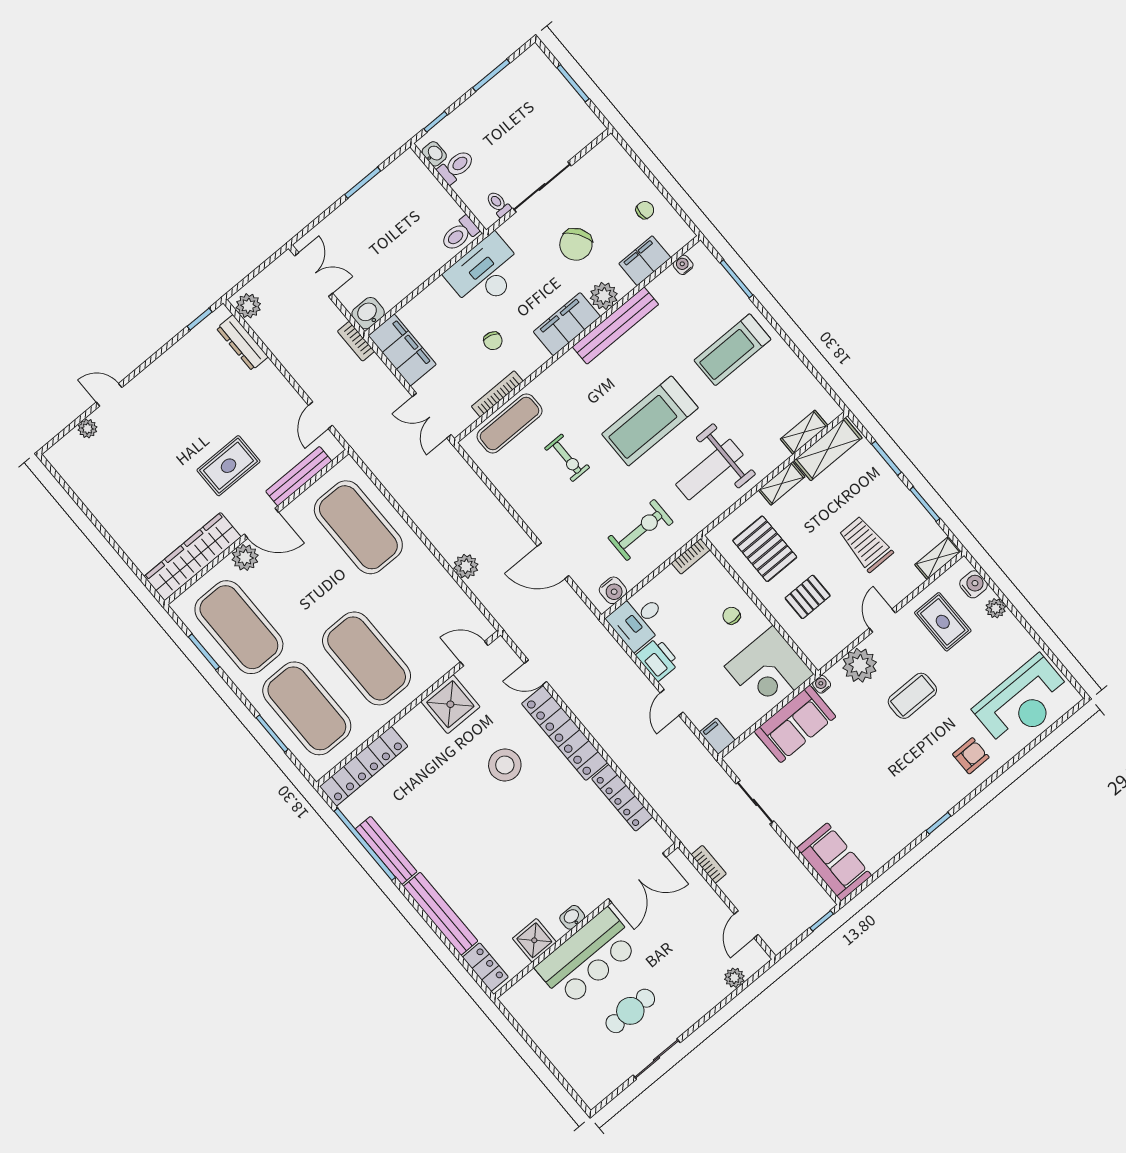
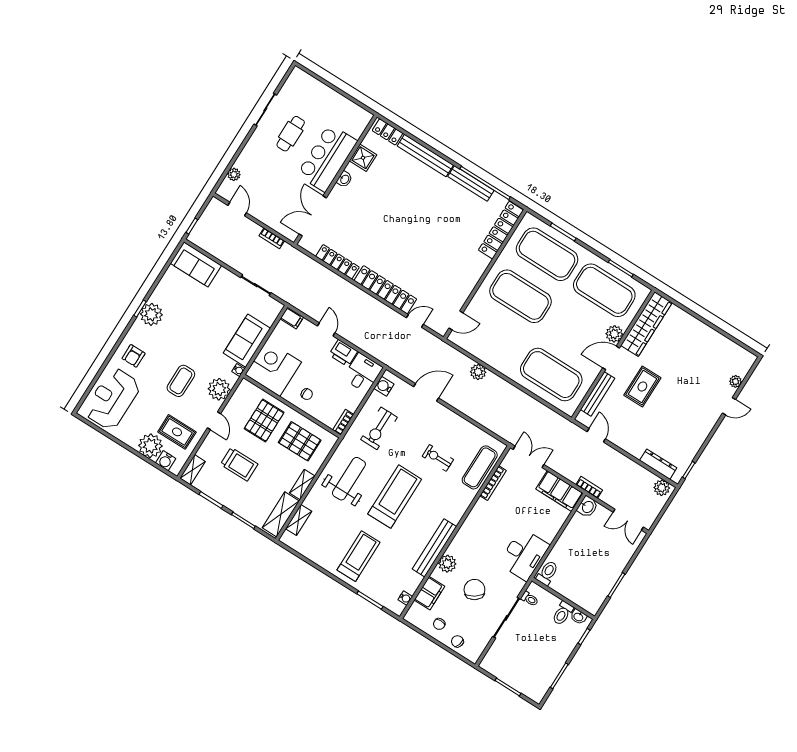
filing cabinet: (567, 324) -> (464, 539), removed
chair: (493, 341) -> (457, 641), moved
pallet: (808, 597) -> (264, 420), width x1.50, depth x1.42
plant: (996, 608) -> (150, 446), width x1.88, depth x1.88
shower: (450, 704) -> (460, 285), removed
stool: (505, 765) -> (415, 259), removed
plant: (924, 809) -> (151, 314), added

